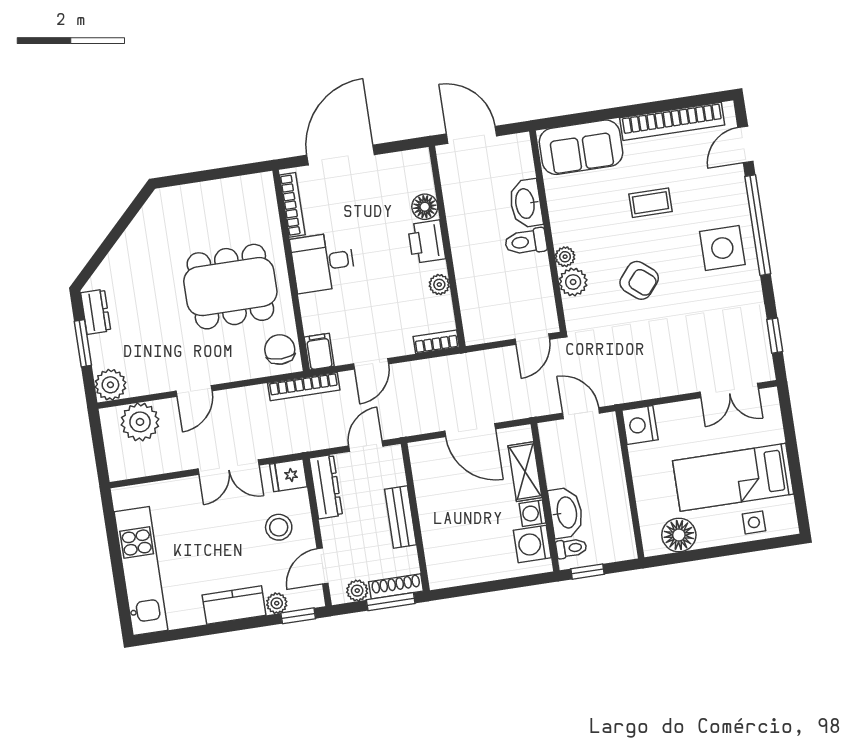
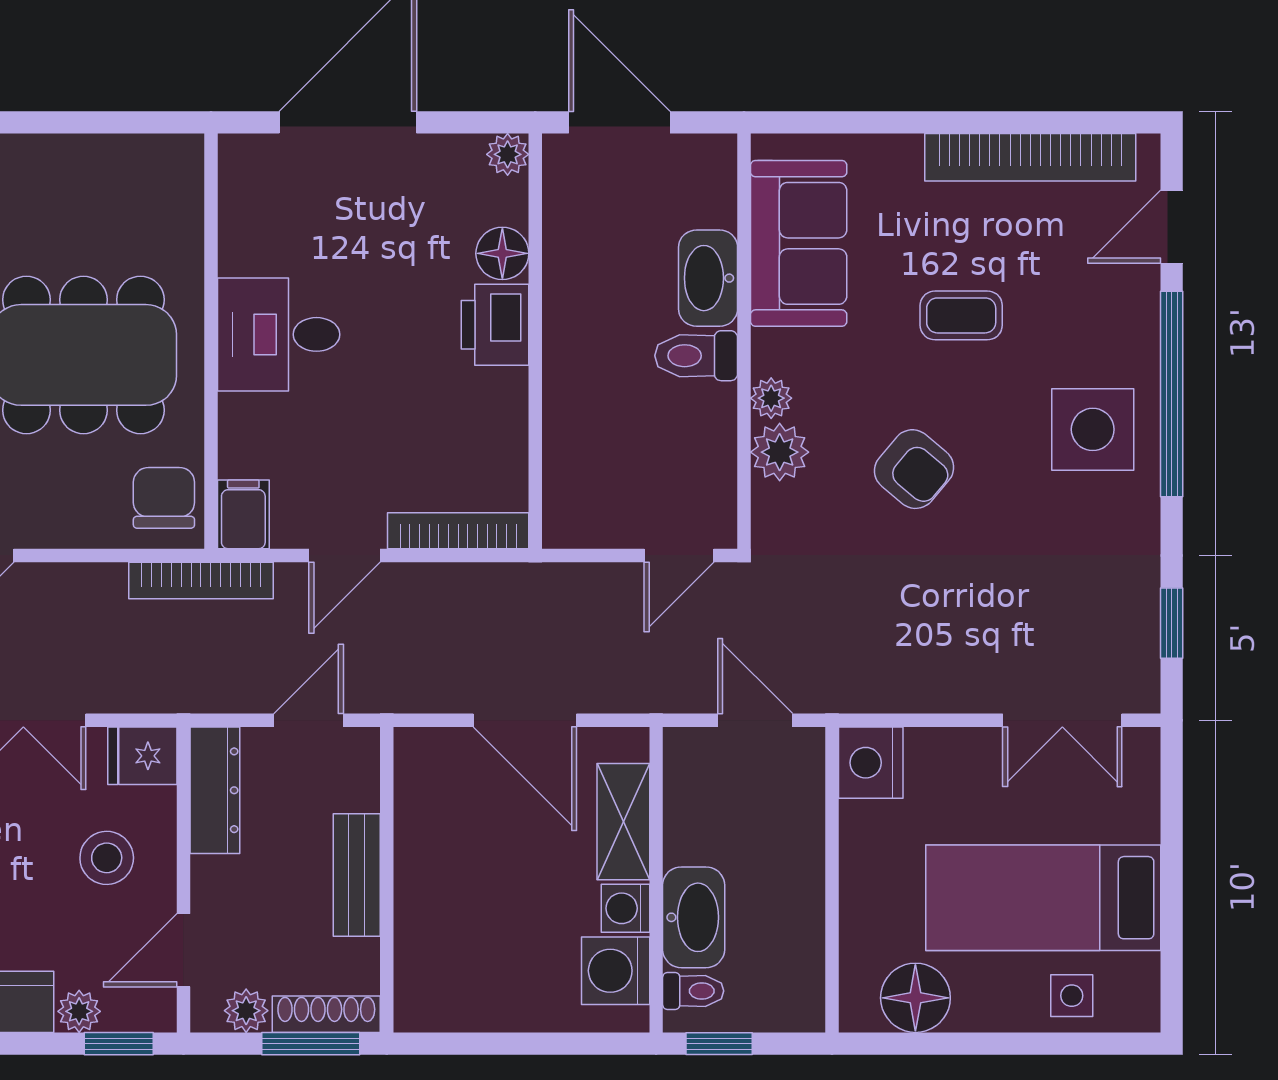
sofa: (581, 147) -> (799, 243), moved, turned -90
bookcase: (292, 205) -> (234, 208), removed
plant: (439, 285) -> (508, 154), moved
bookcase: (436, 342) -> (458, 531), width x1.56

